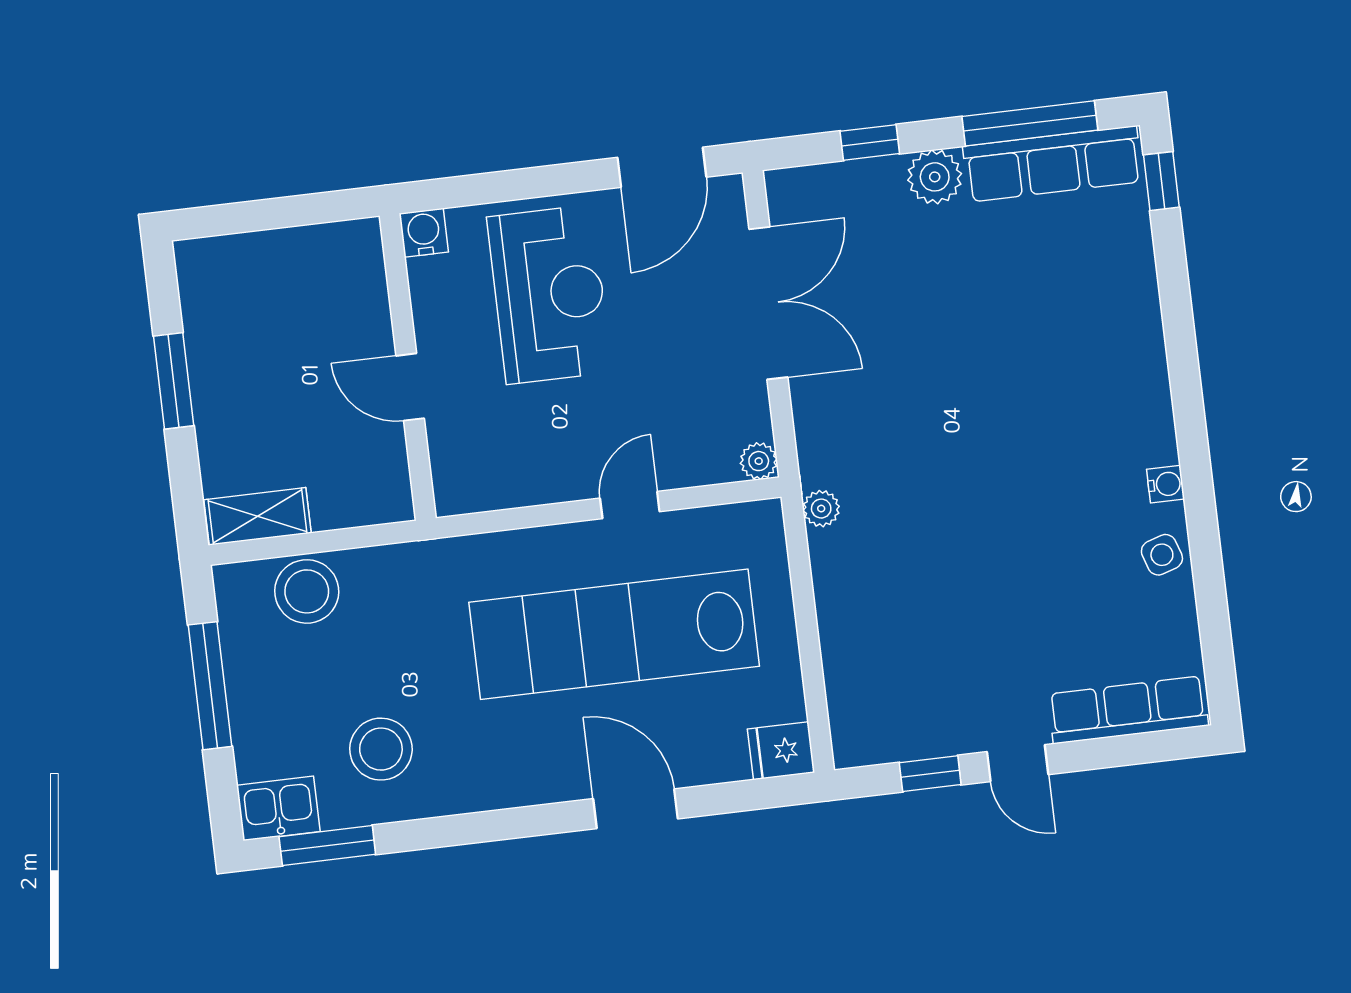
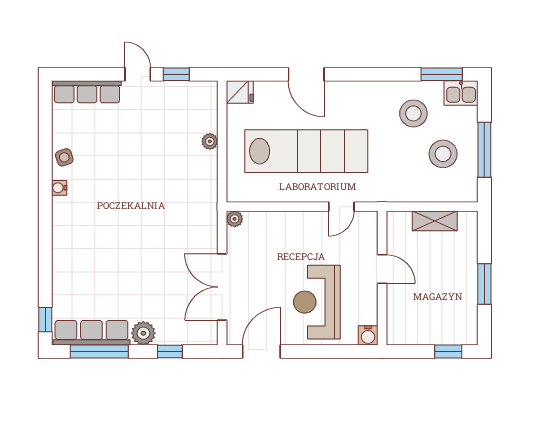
window: (237, 218) -> (448, 352), added
door: (630, 505) -> (341, 207), moved
plant: (821, 509) -> (210, 141), moved
shelving: (257, 516) -> (435, 221), moved
stool: (307, 591) -> (443, 154), moved

